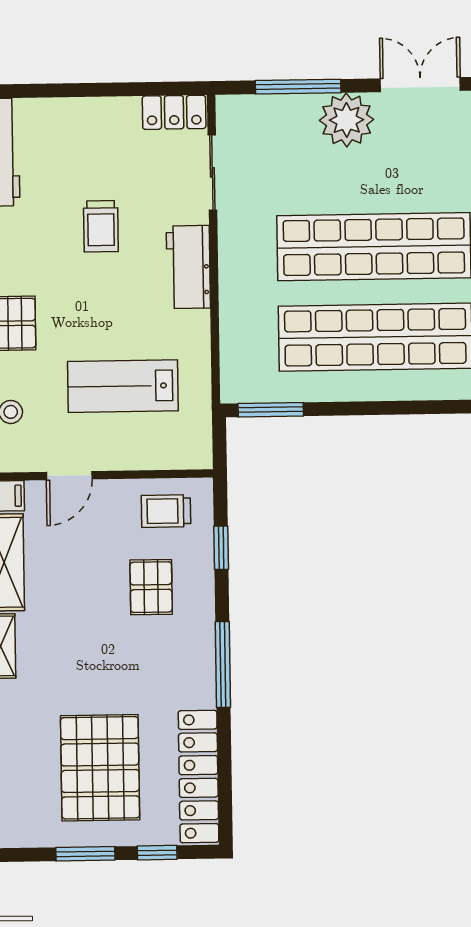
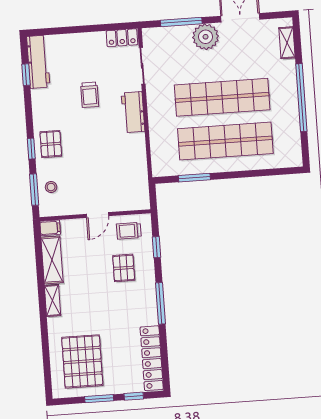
lab bench: (123, 386) -> (105, 171), removed
window: (271, 410) -> (194, 178), moved
door: (69, 476) -> (97, 215), moved
pallet: (100, 768) -> (82, 361), moved

